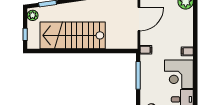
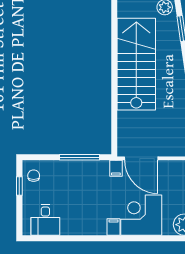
door: (139, 19) -> (141, 158), moved
corner desk: (179, 74) -> (141, 215), moved

